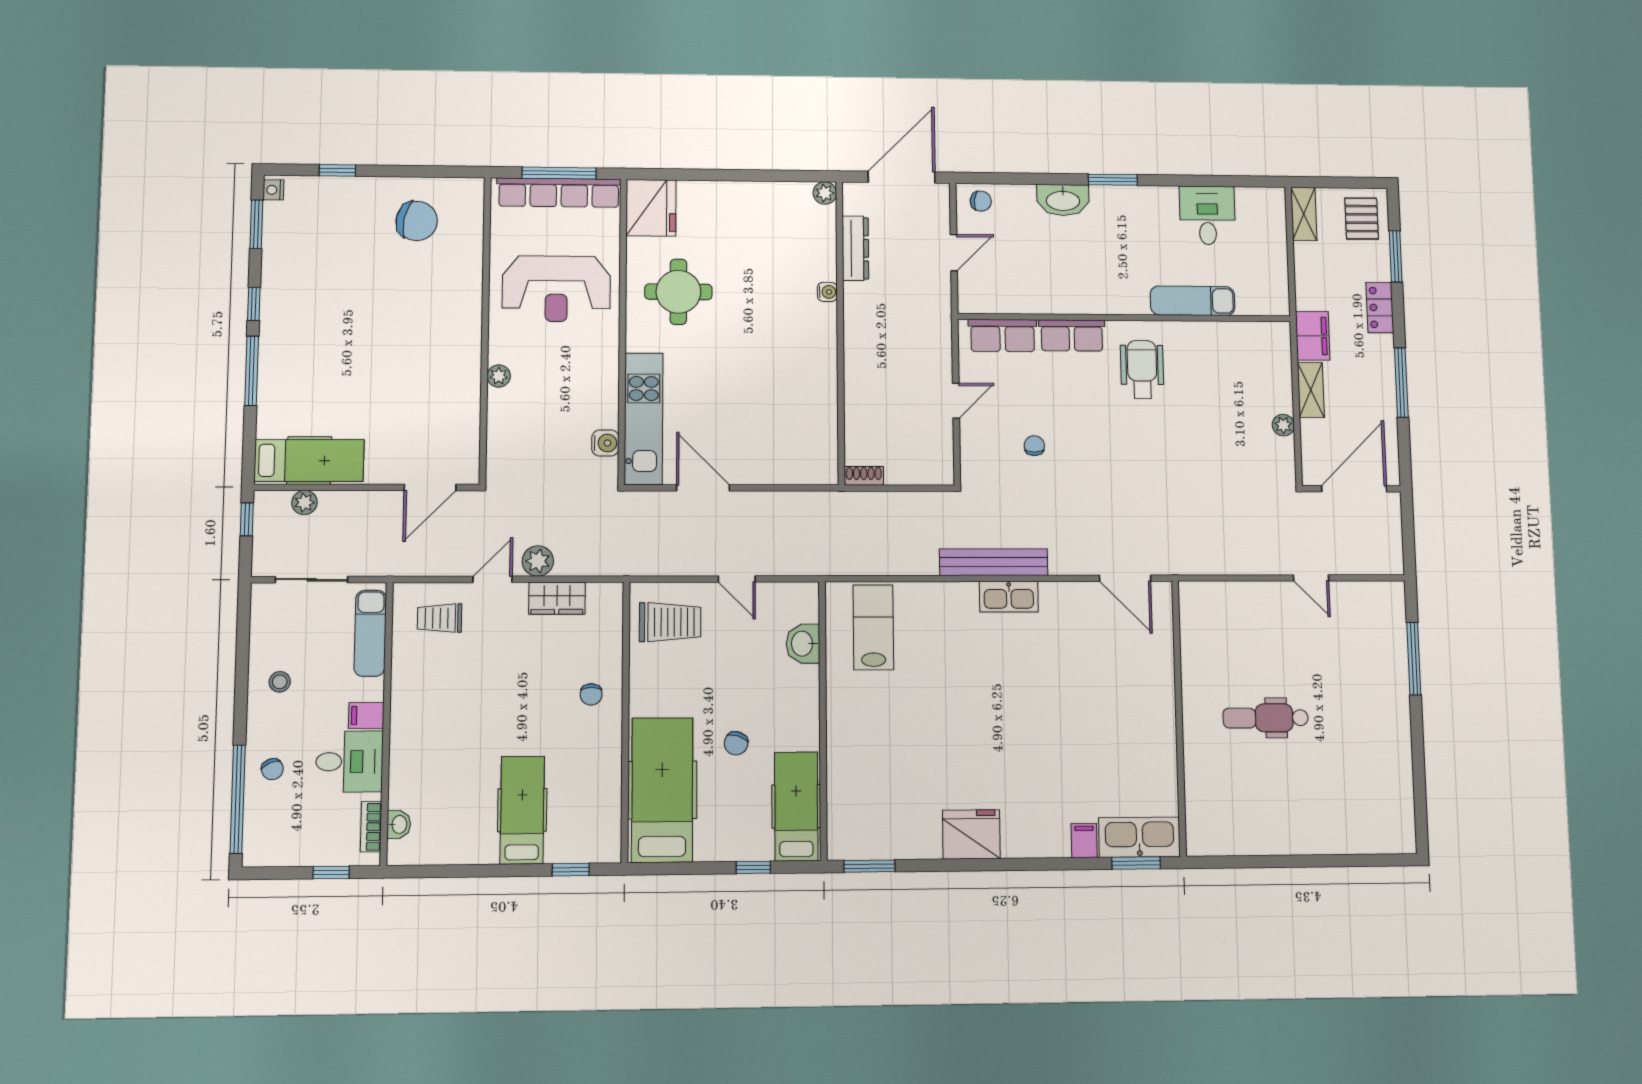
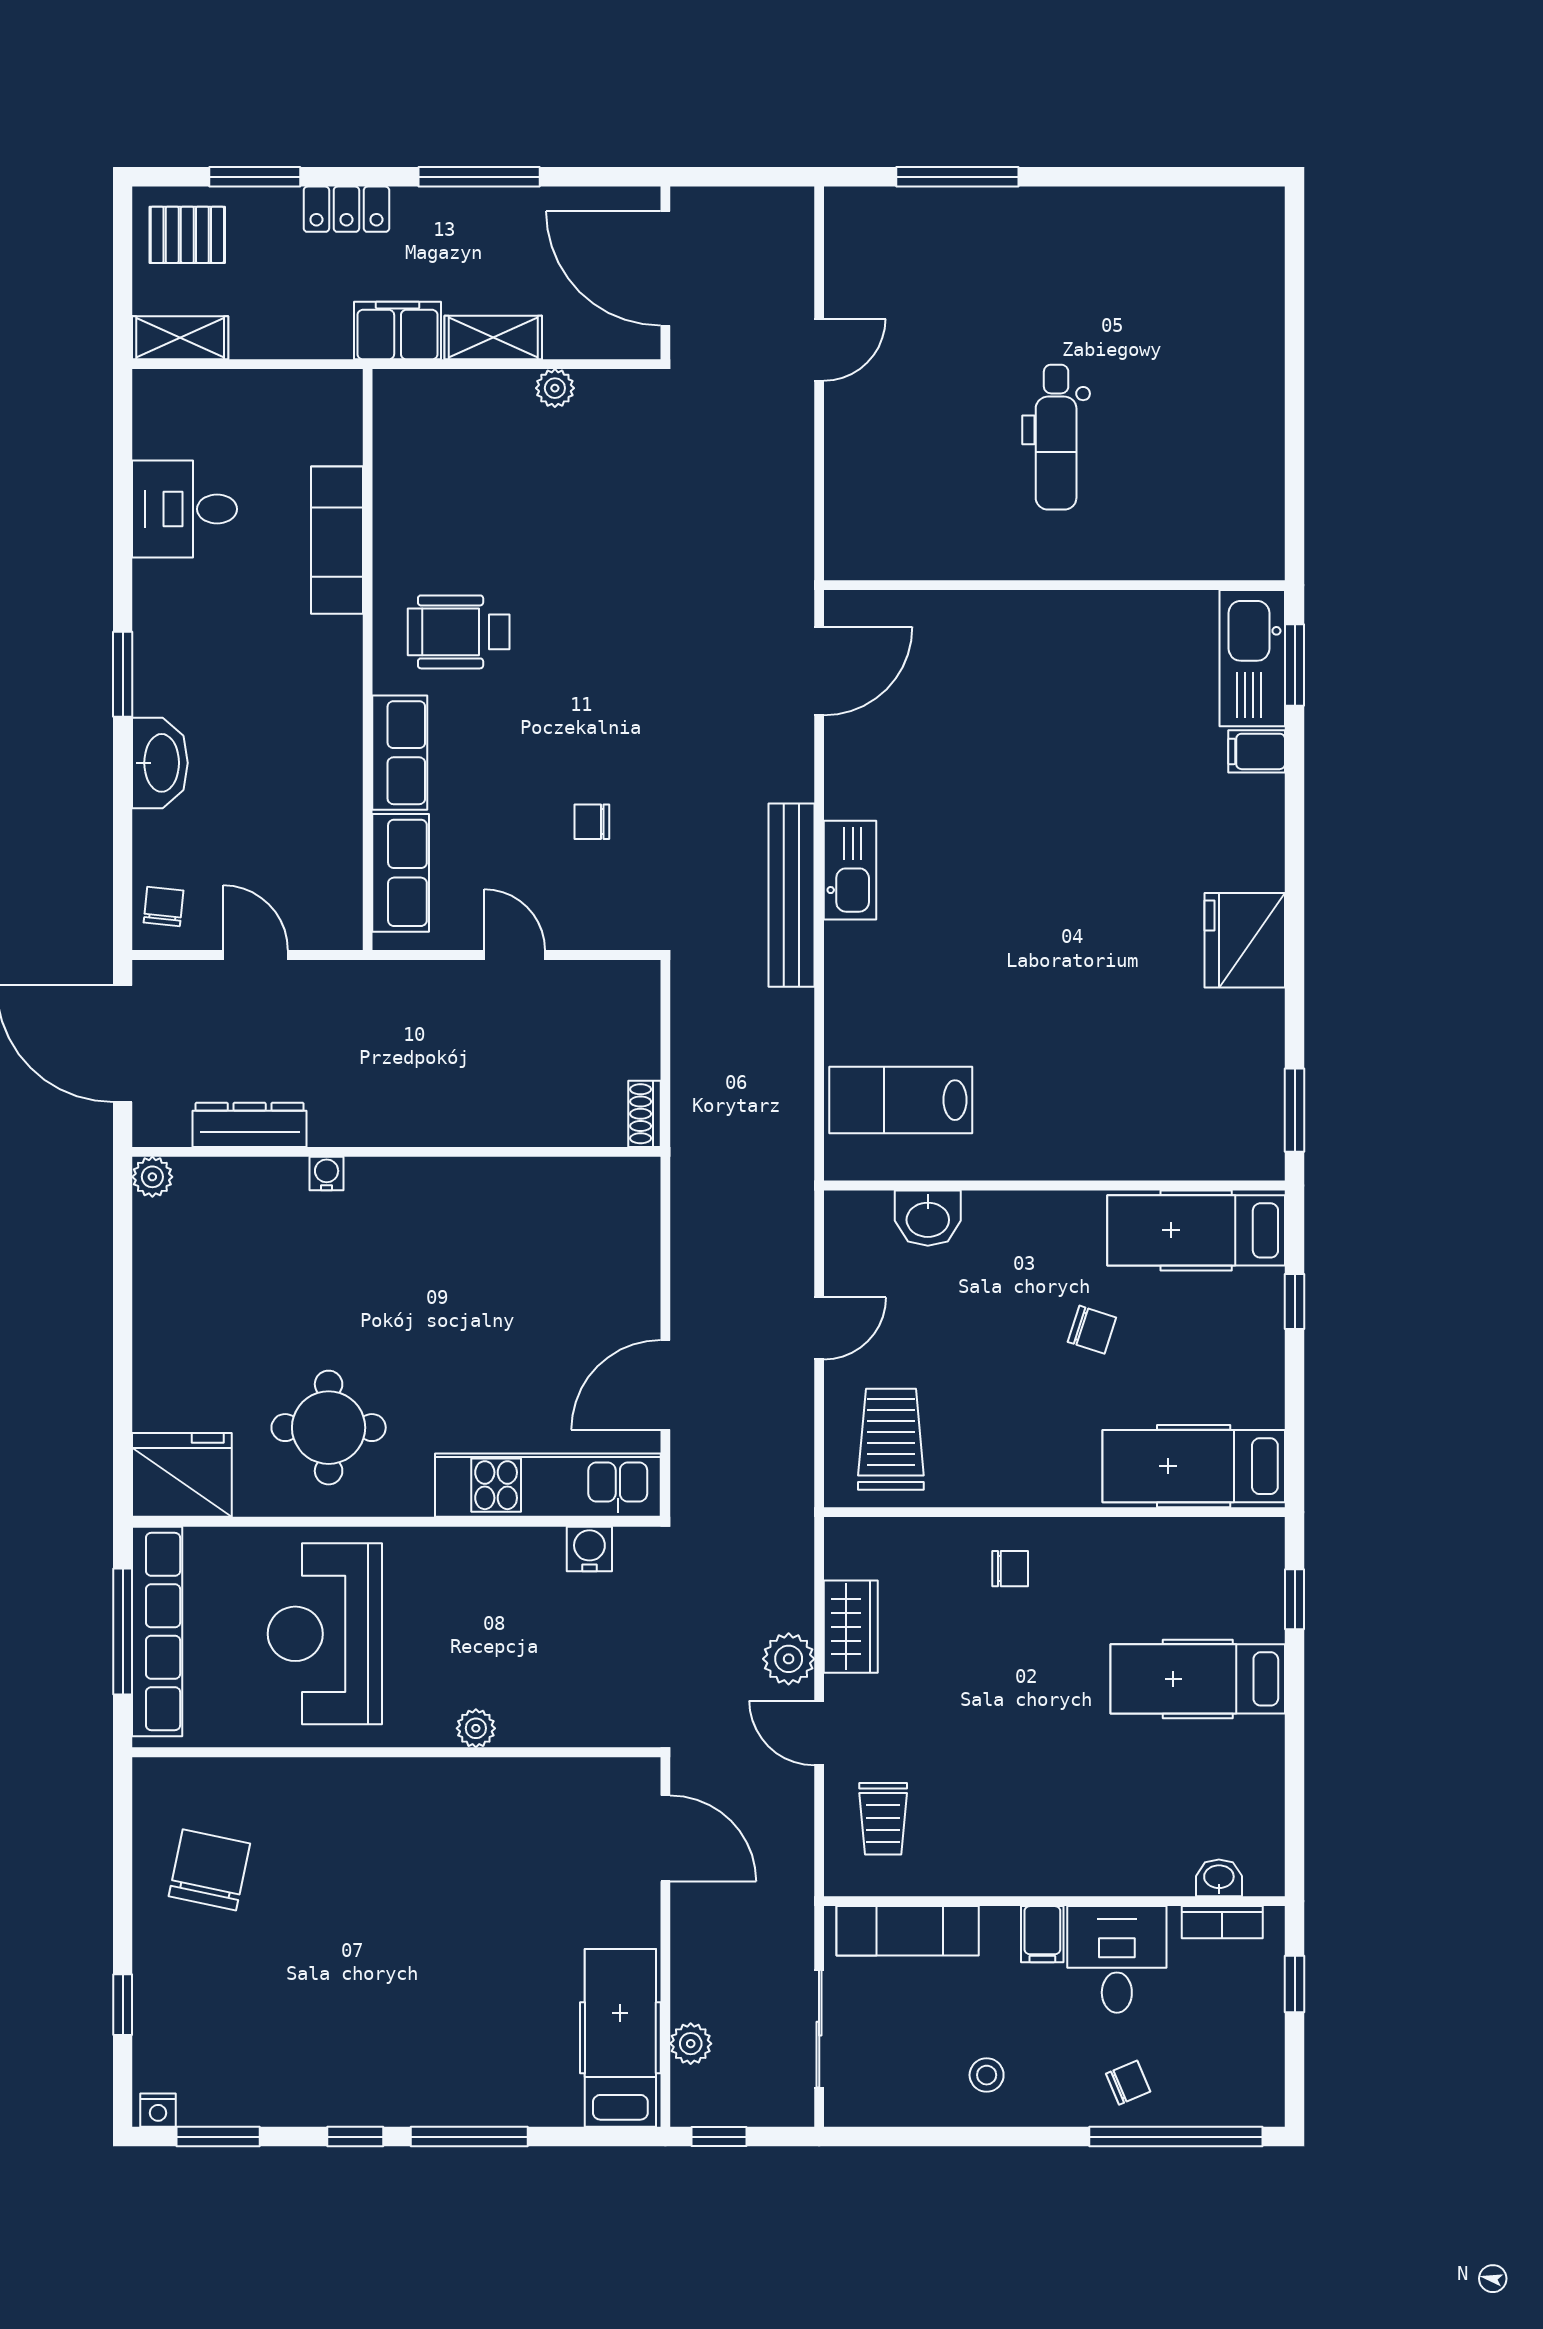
reception desk: (556, 289) -> (325, 1634), turned 180
hospital bed: (662, 790) -> (1194, 1466), width x0.73, depth x0.78

